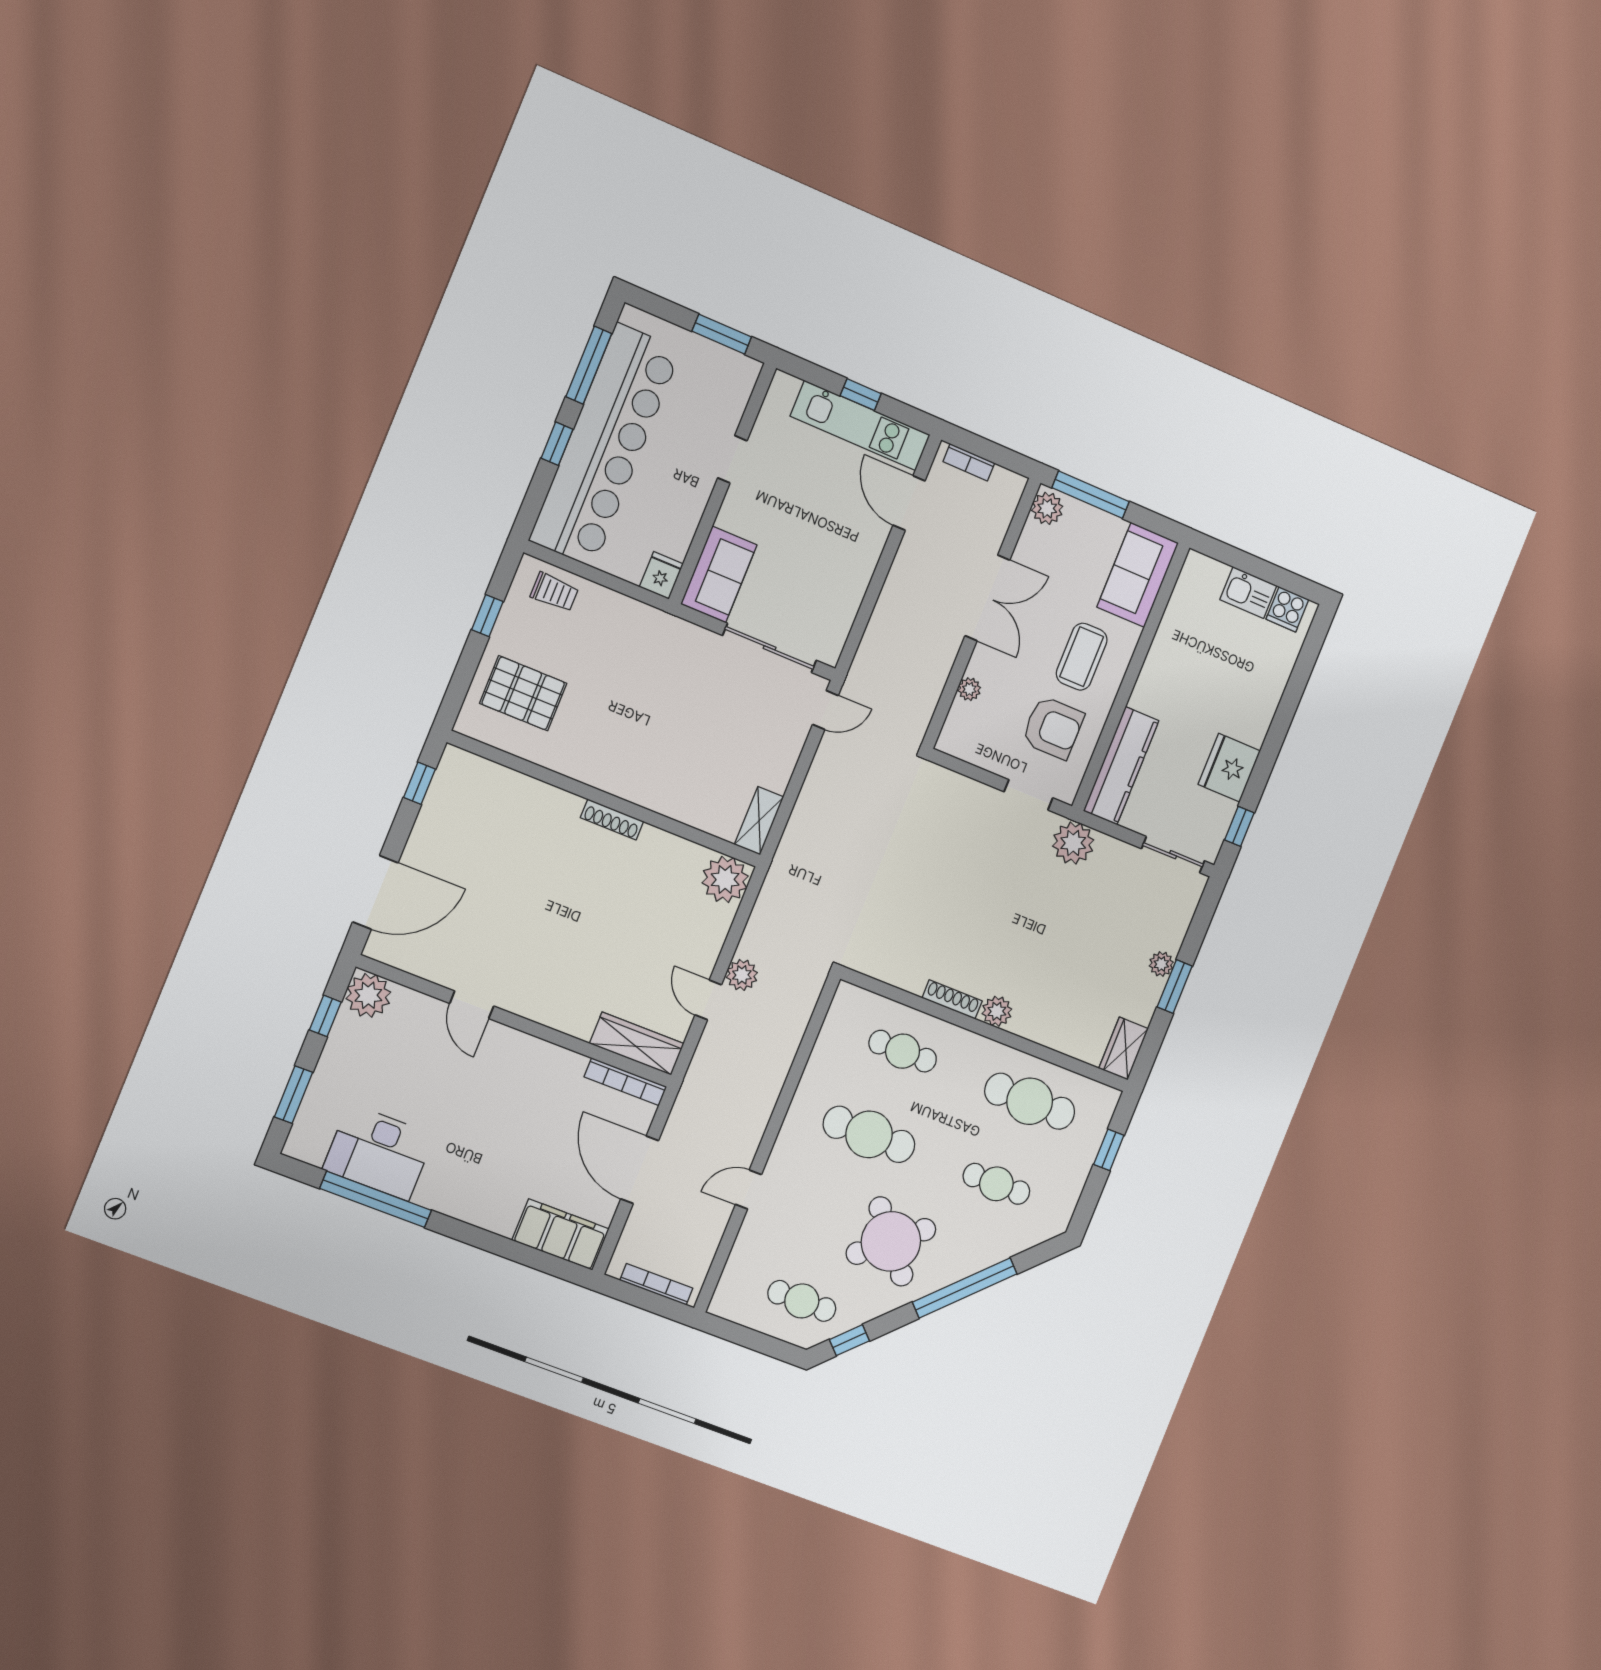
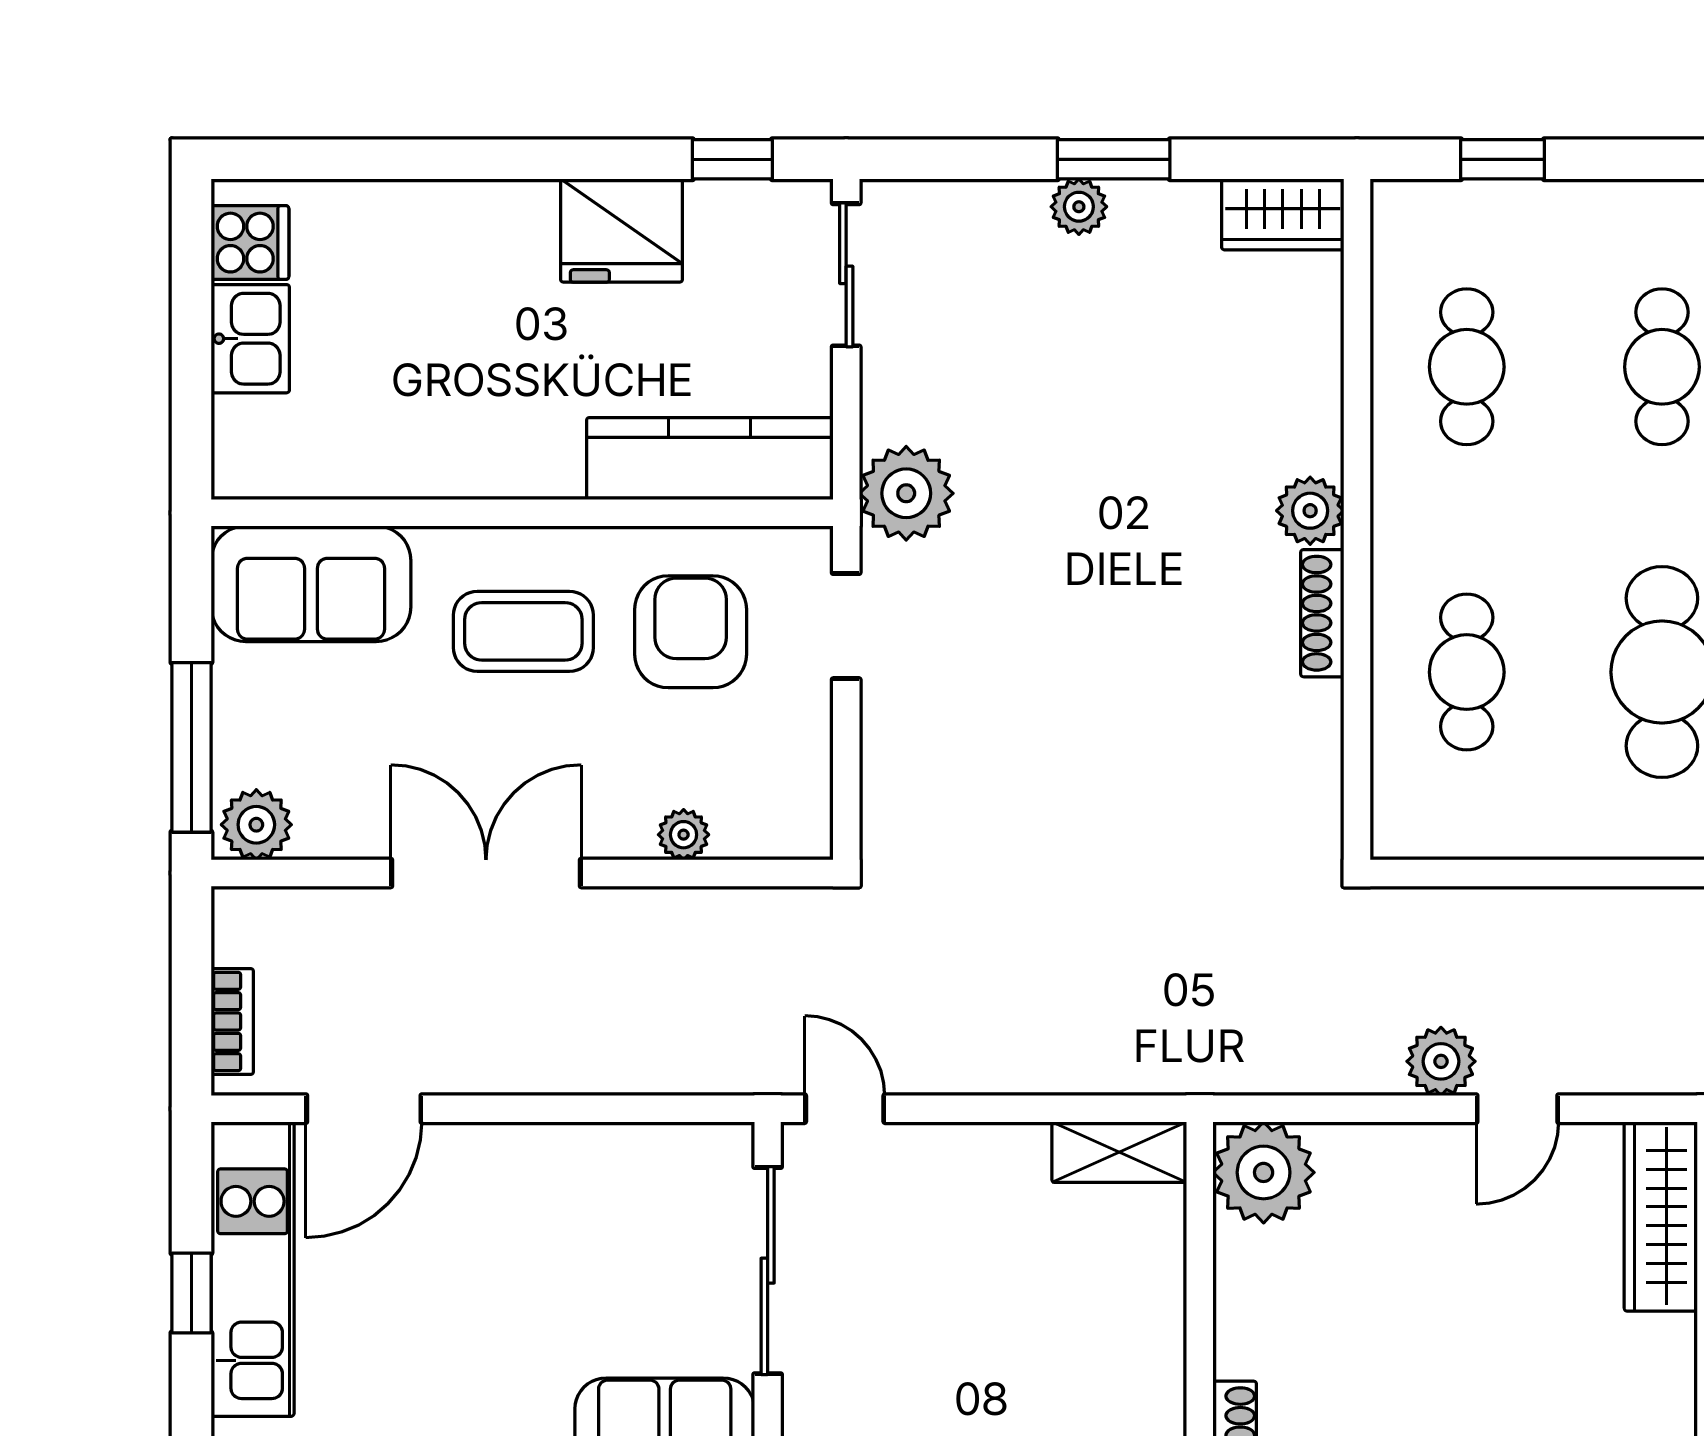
cafe table: (1030, 1101) -> (1467, 367), width x0.73, depth x0.74

